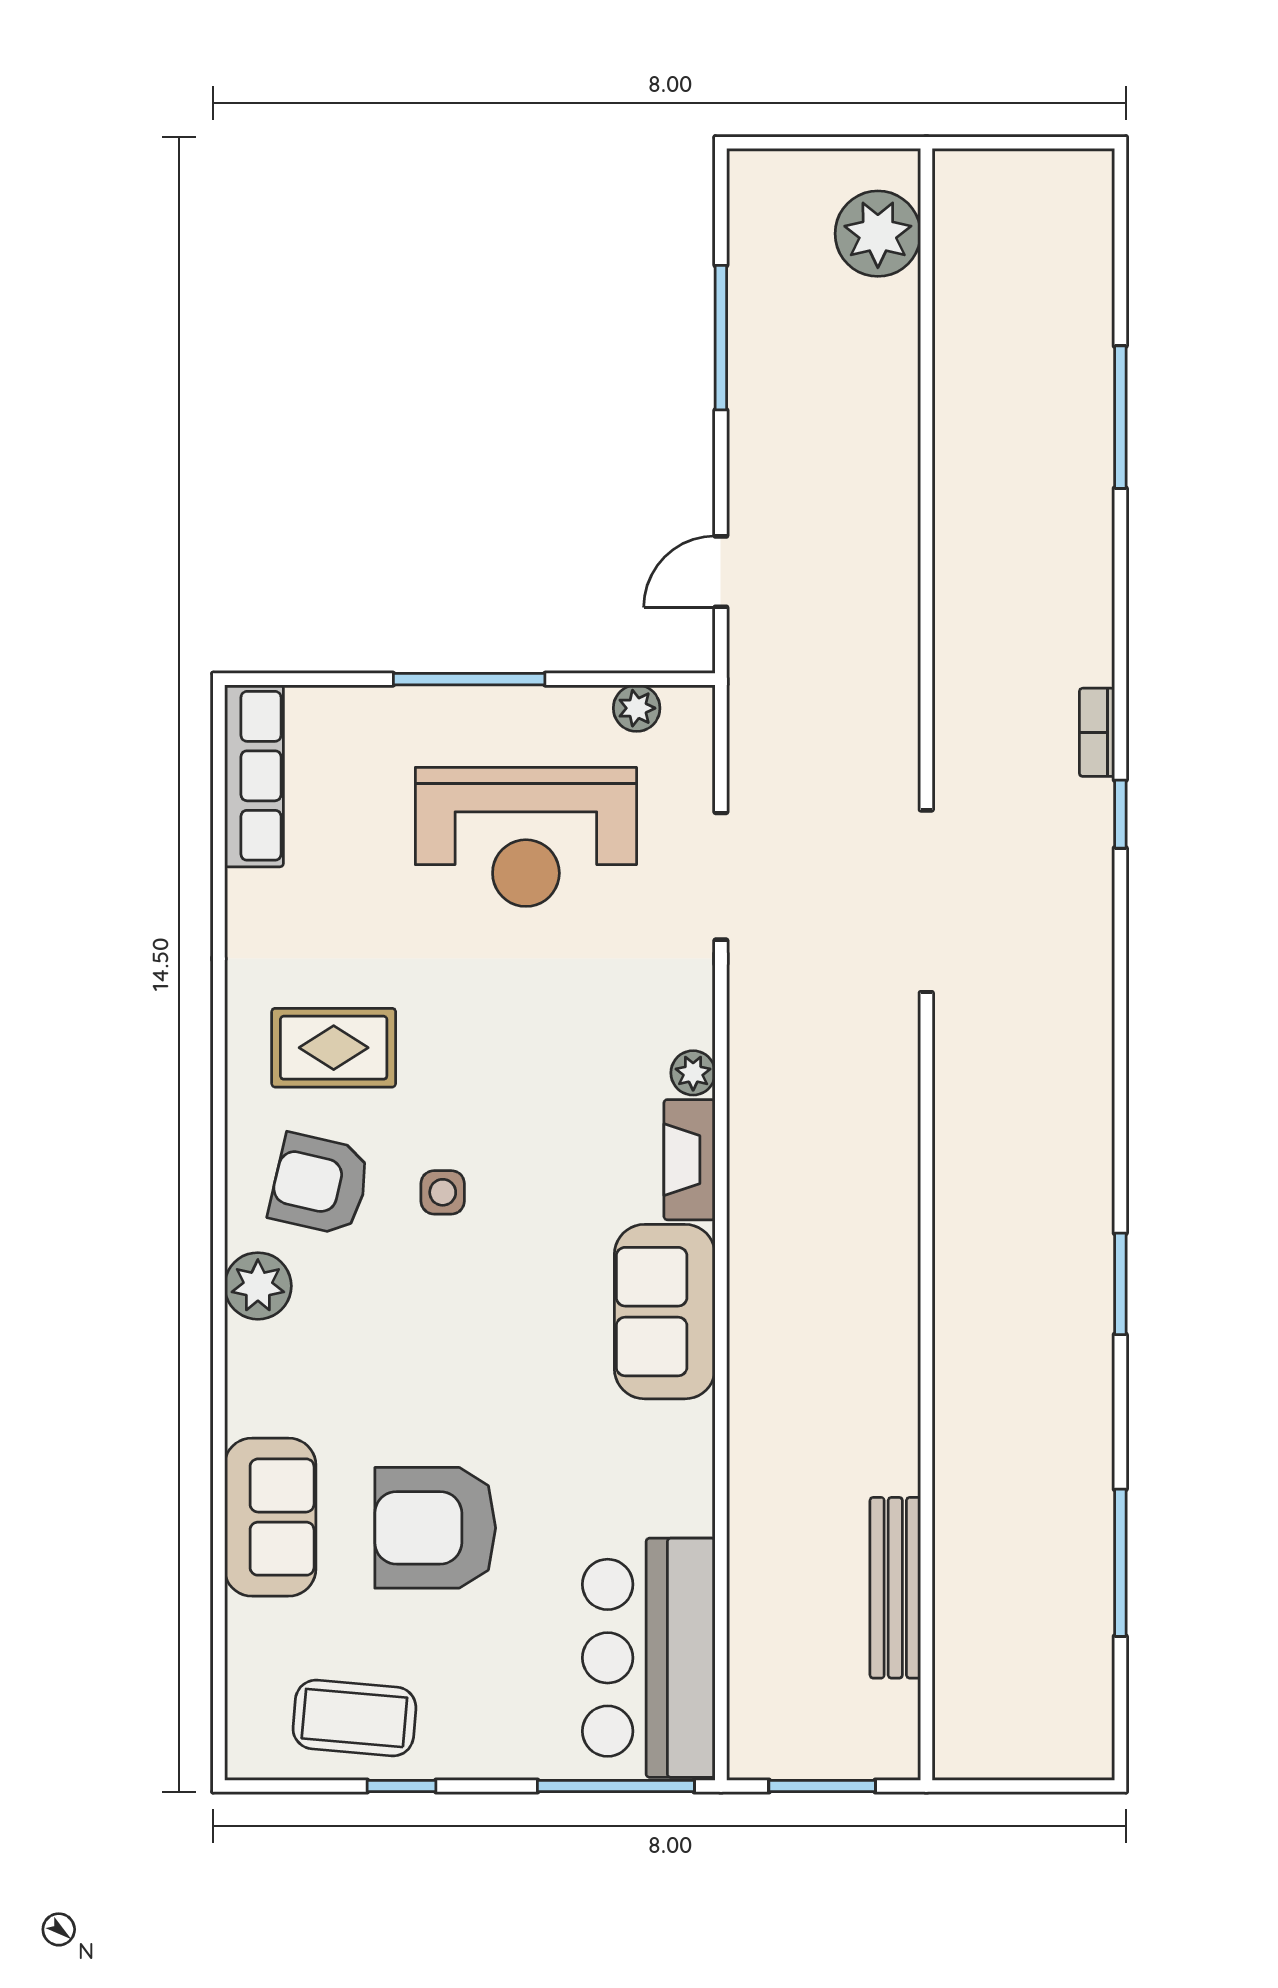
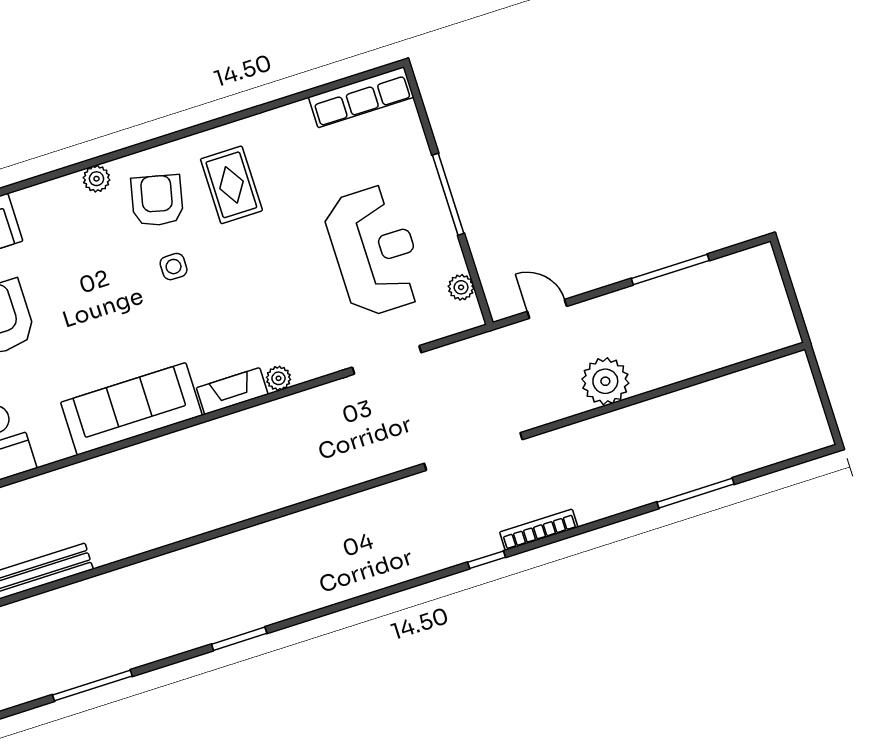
plant: (878, 234) -> (605, 381), moved
bookcase: (1097, 732) -> (539, 530), width x1.56
reception desk: (526, 837) -> (375, 251), turned 180
doorway: (926, 901) -> (473, 451), moved
plant: (258, 1286) -> (96, 179), width x0.73, depth x0.73
sofa: (665, 1312) -> (132, 409), width x1.36

